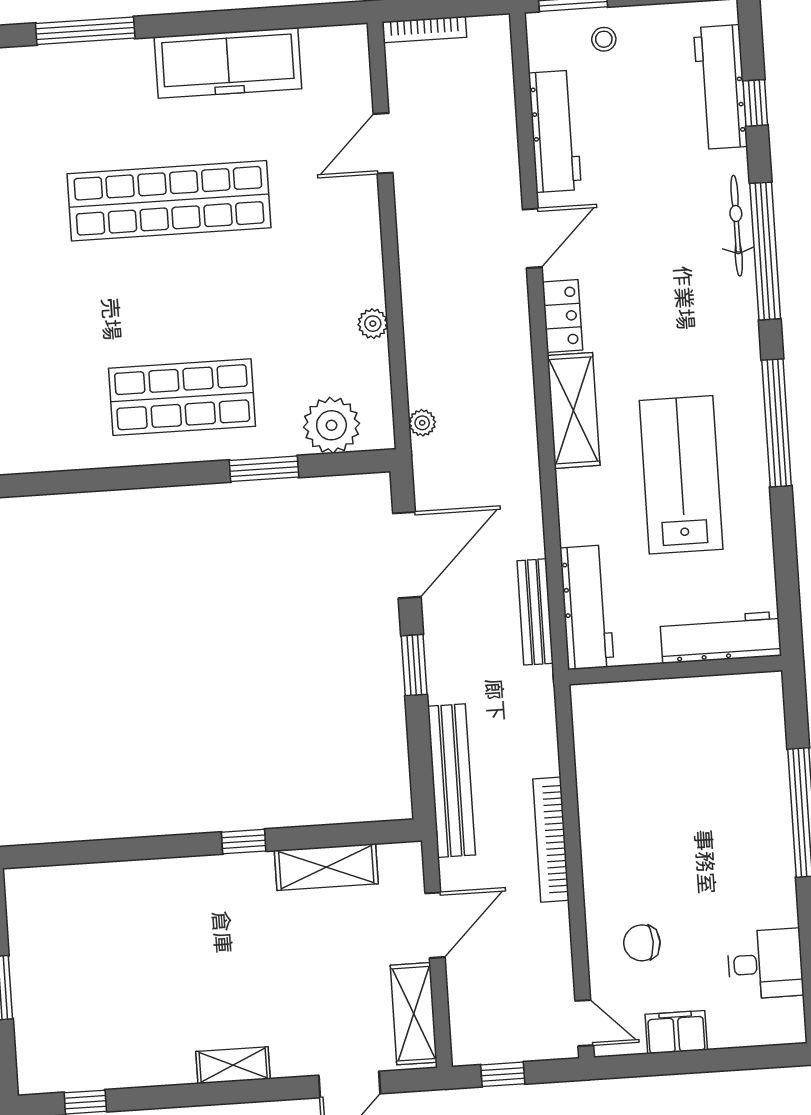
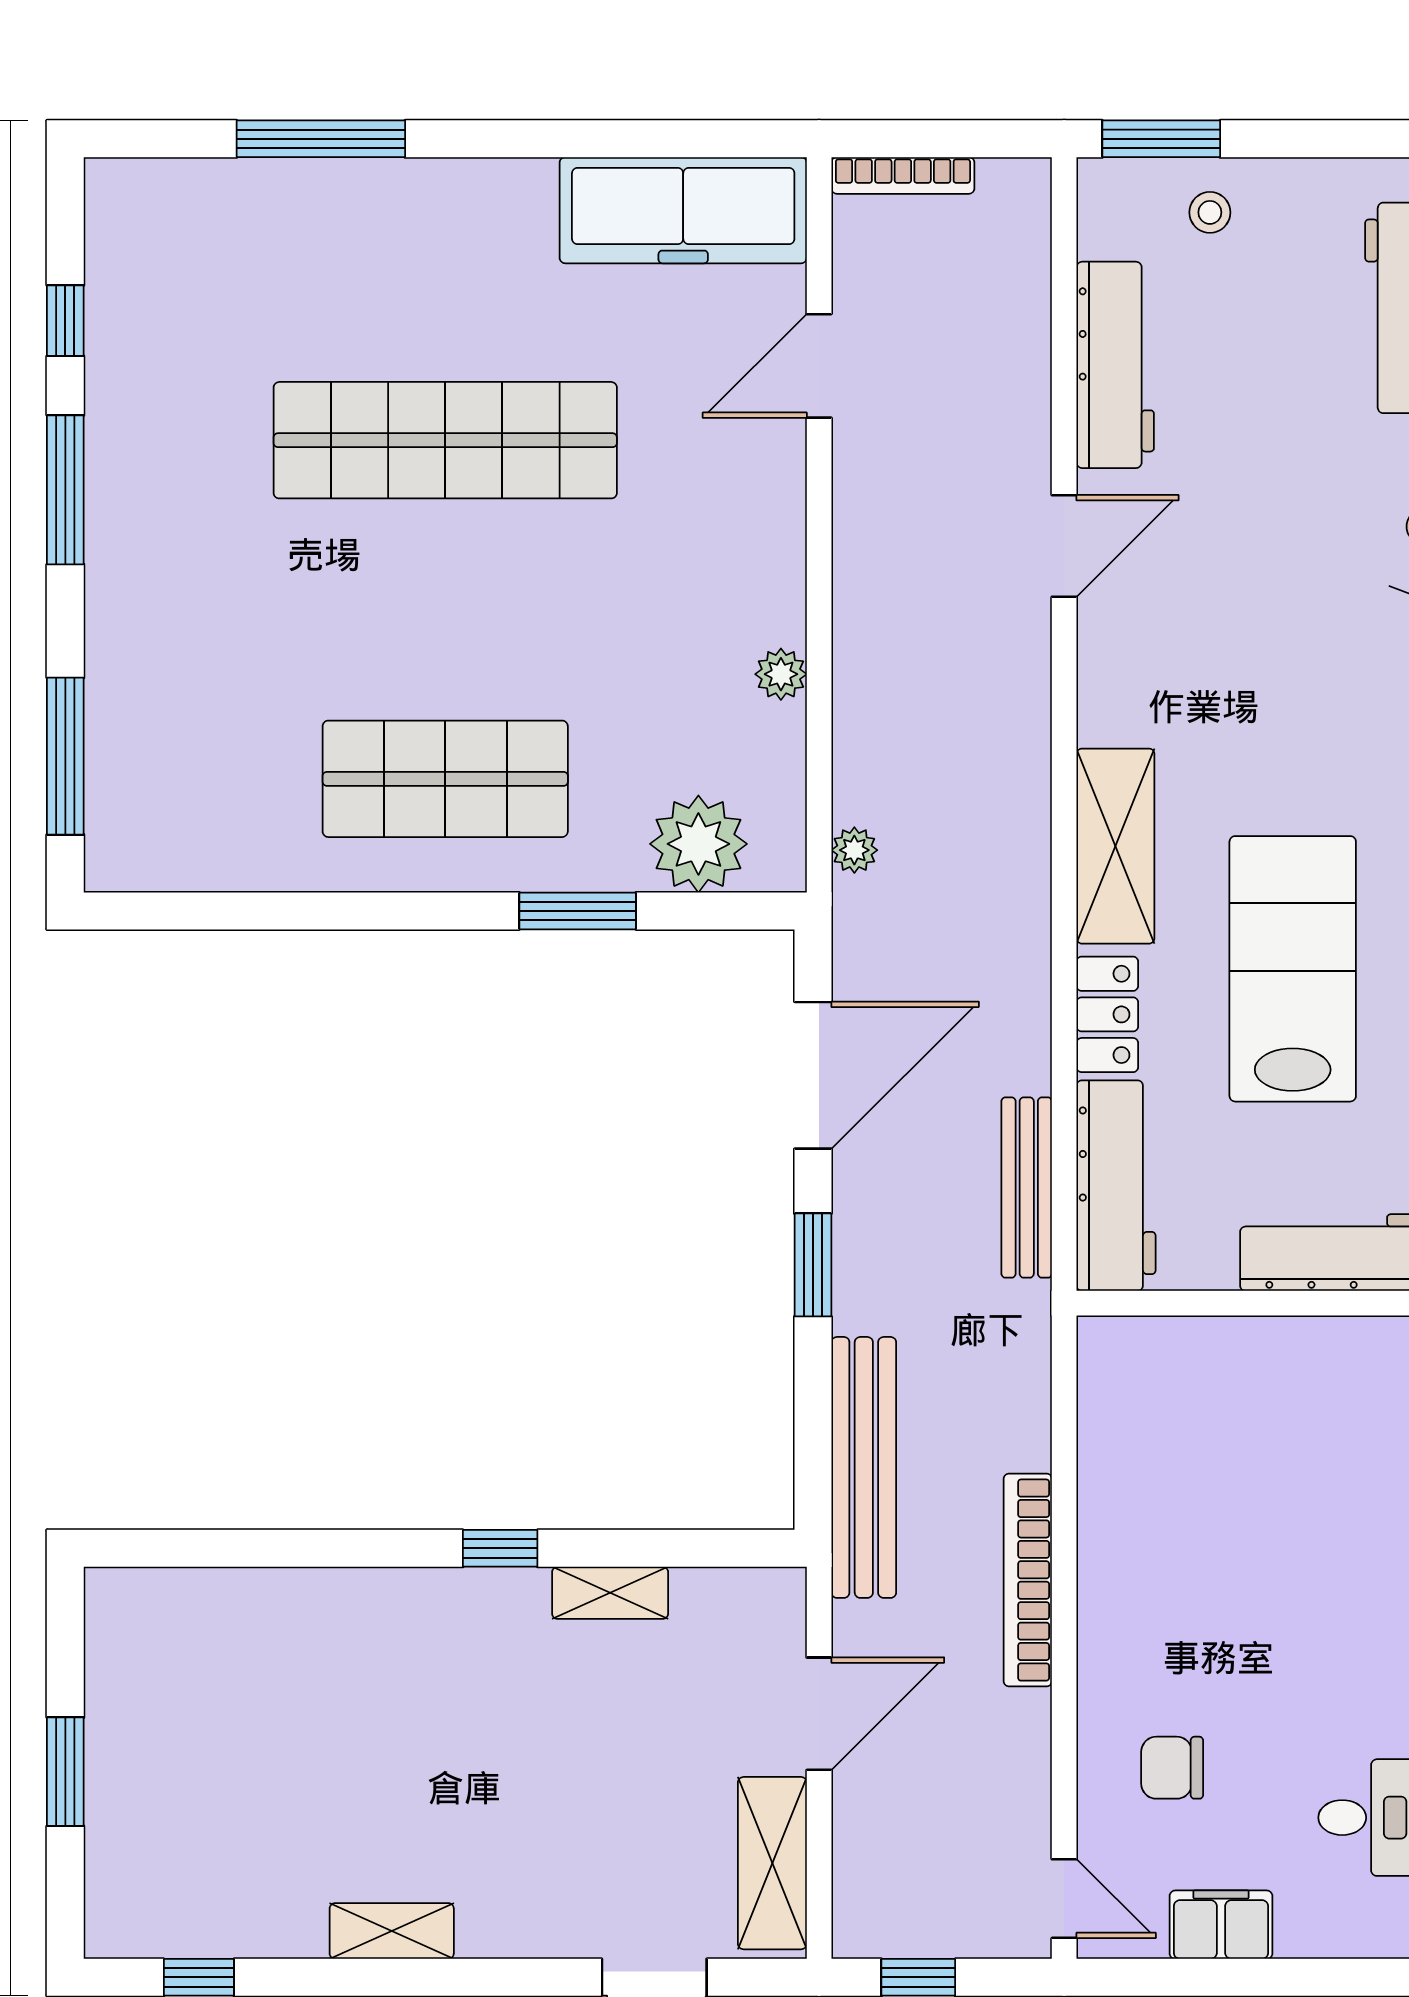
freezer: (228, 63) -> (683, 210), moved
locker: (562, 316) -> (1107, 1014), moved
shelving: (326, 867) -> (610, 1593), width x0.67, depth x0.75
shelving: (233, 1065) -> (392, 1931), moved

